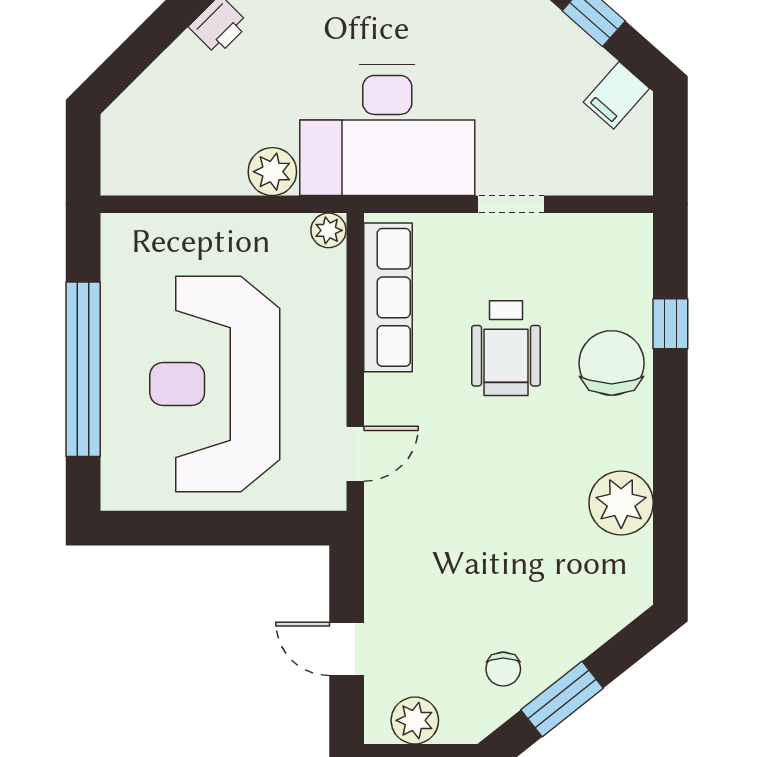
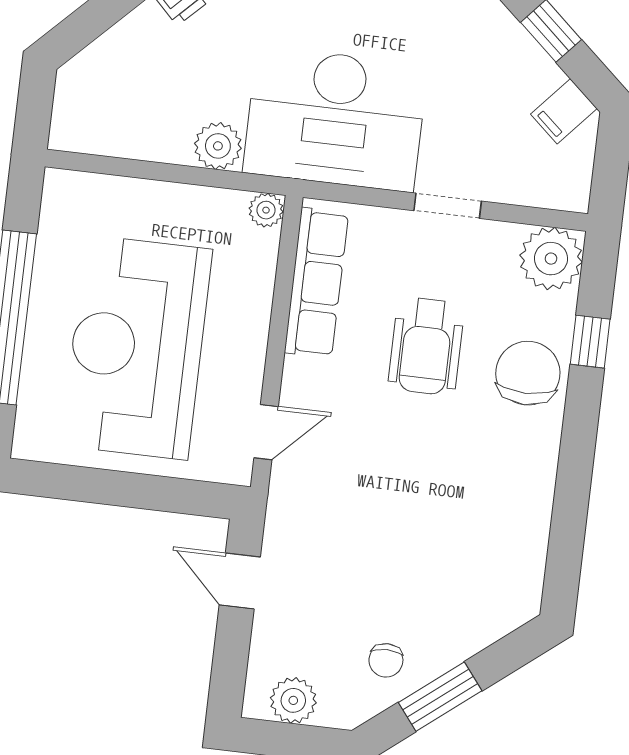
plant: (621, 503) -> (551, 259), moved
door: (347, 649) -> (240, 581), moved

